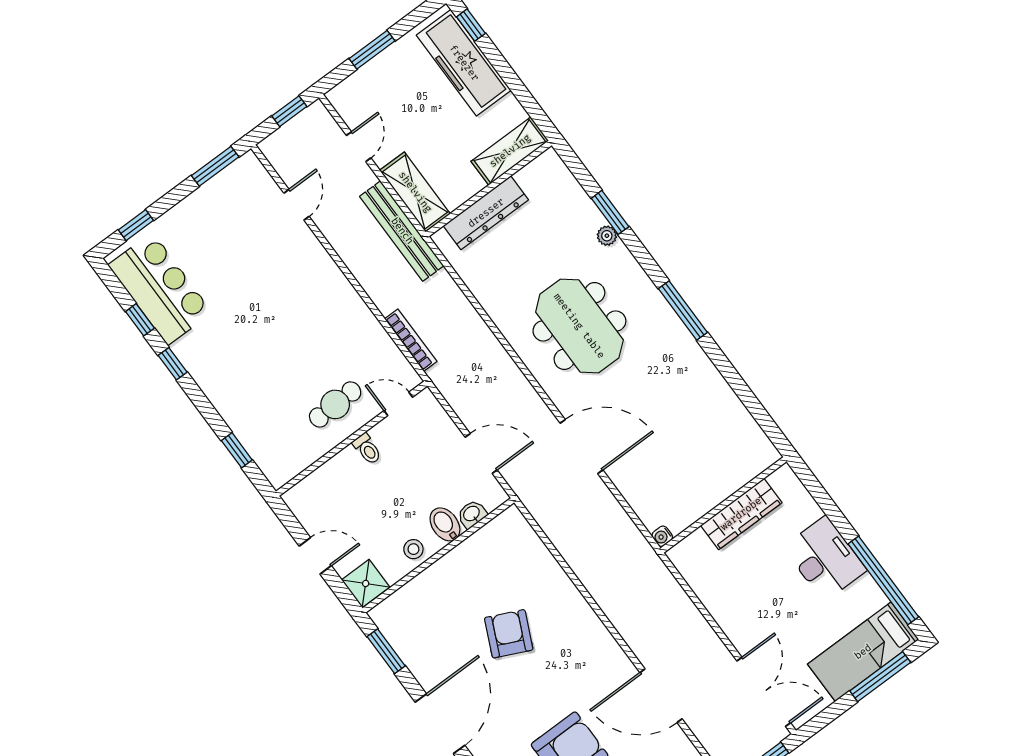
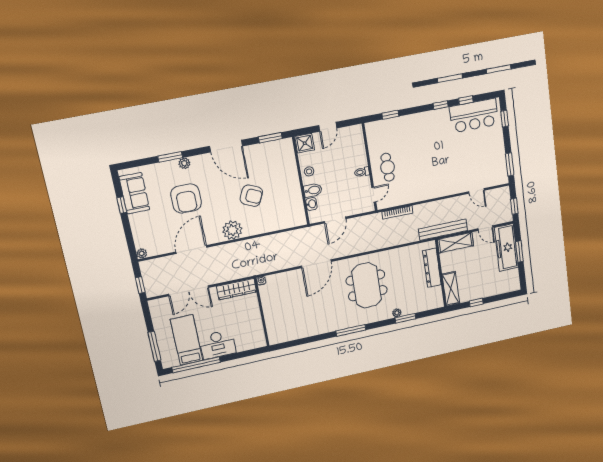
window: (471, 25) -> (476, 303), moved
freezer: (464, 63) -> (506, 248), moved, turned -90
meeting table: (579, 326) -> (367, 285), turned 90
wardrobe: (741, 514) -> (236, 289), moved, turned -90
plant: (590, 638) -> (232, 230), added
bed: (863, 652) -> (187, 340), moved
double door: (764, 692) -> (189, 291), moved

